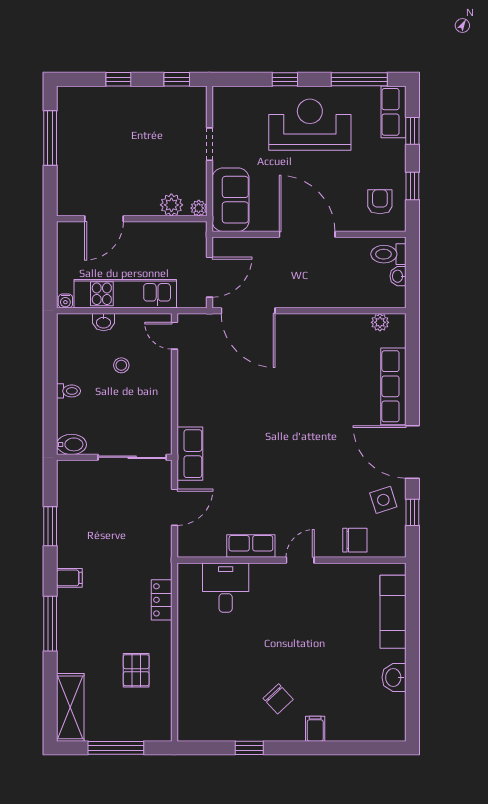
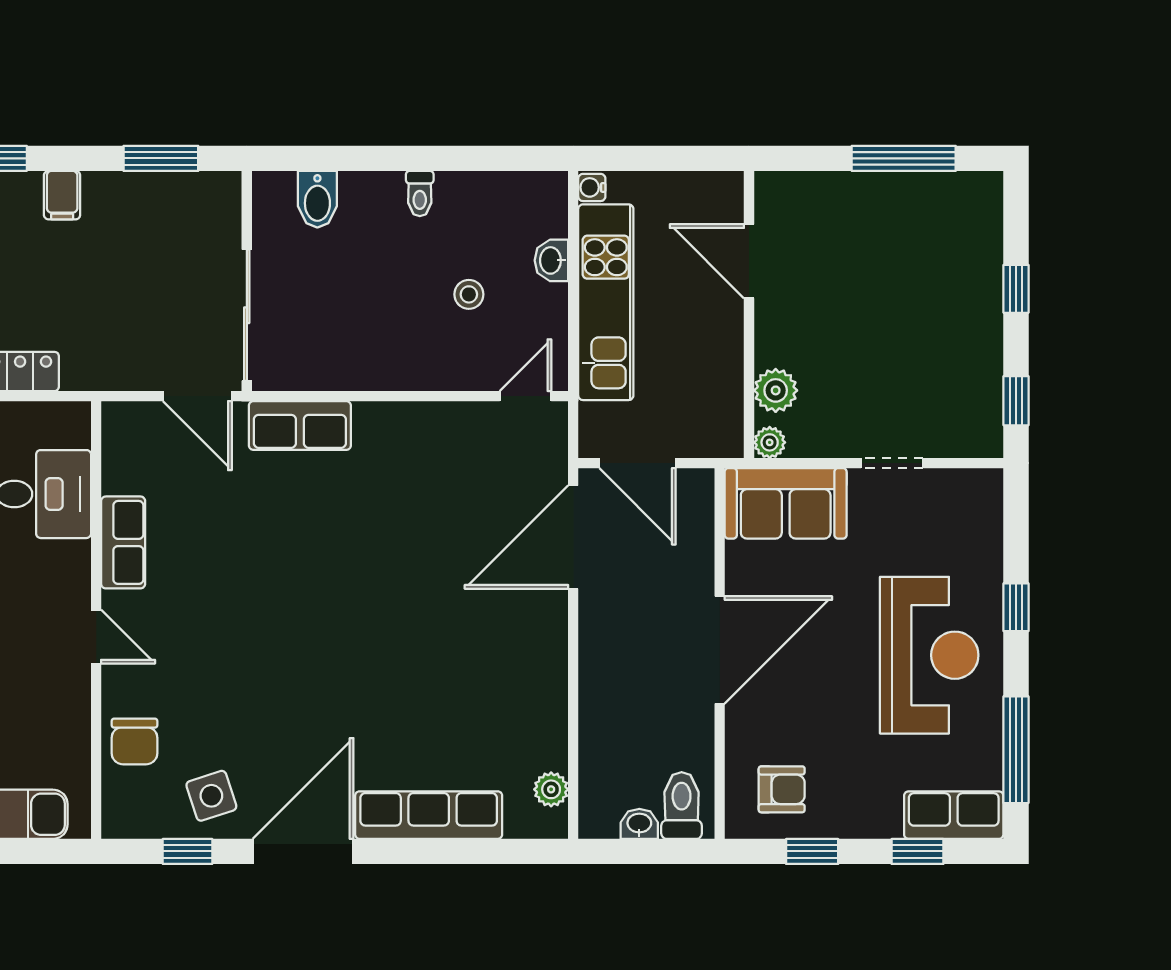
wall: (114, 457) -> (247, 281), moved
sliding door: (132, 457) -> (247, 315), moved

